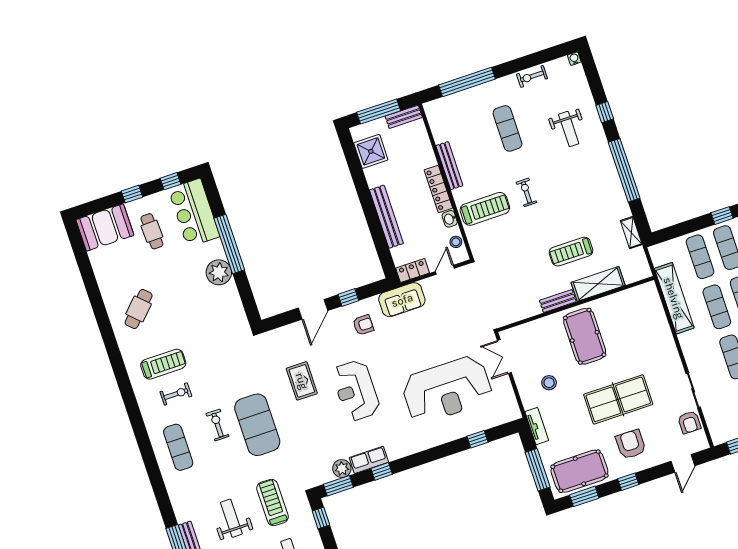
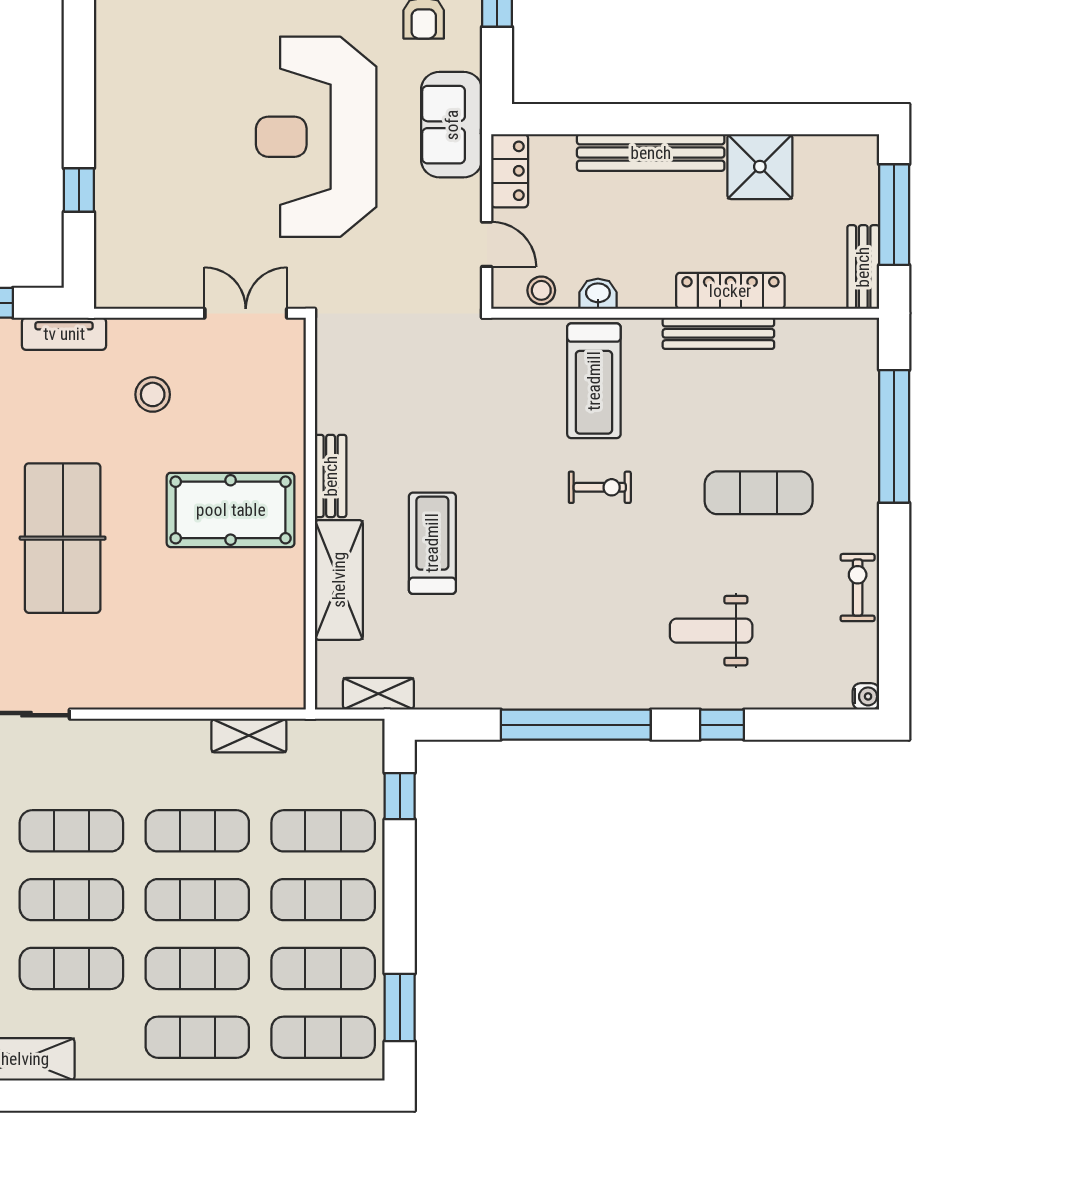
shower: (371, 151) -> (760, 167), moved
locker: (438, 189) -> (730, 291), moved
window: (722, 216) -> (400, 796), moved
shelving: (631, 233) -> (378, 694), moved
shelving: (674, 298) -> (249, 736), width x0.45, depth x0.75
reception desk: (447, 390) -> (316, 137), moved

